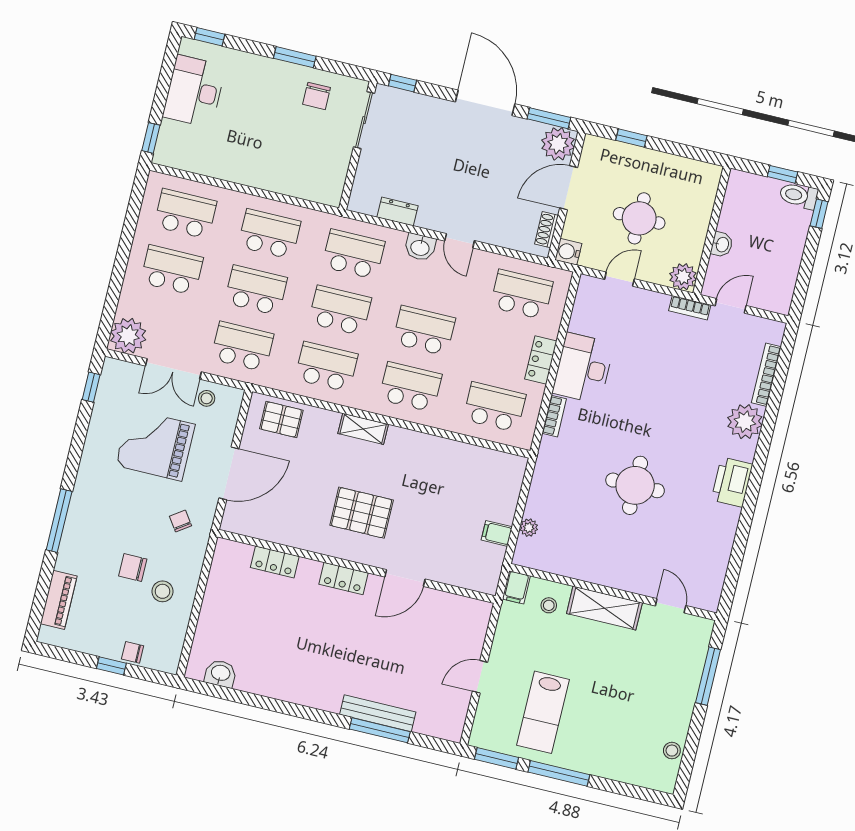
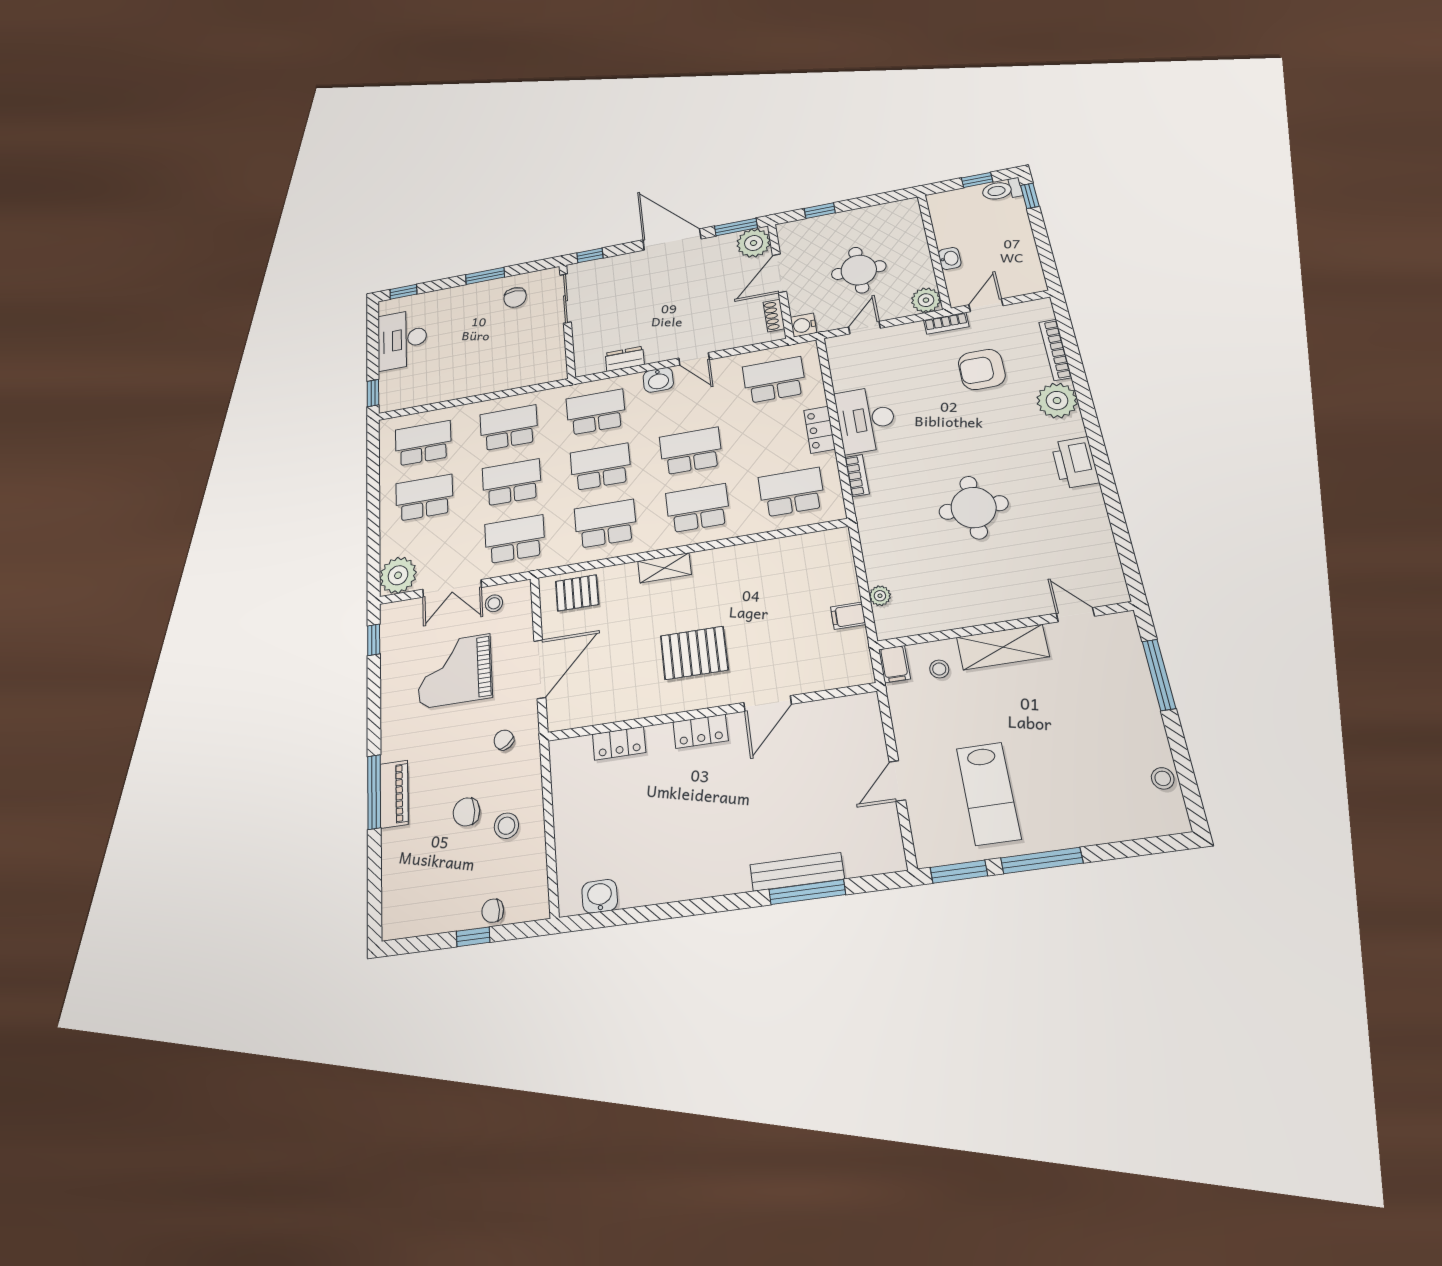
armchair: (699, 365) -> (982, 369), added
piano: (59, 600) -> (394, 794), moved

